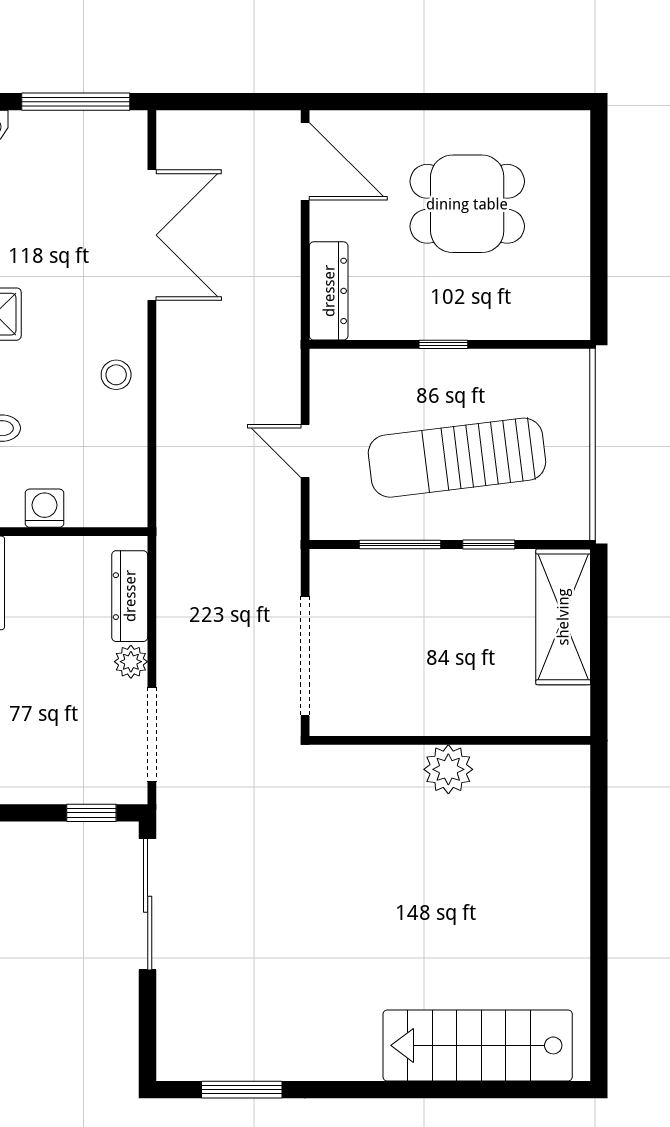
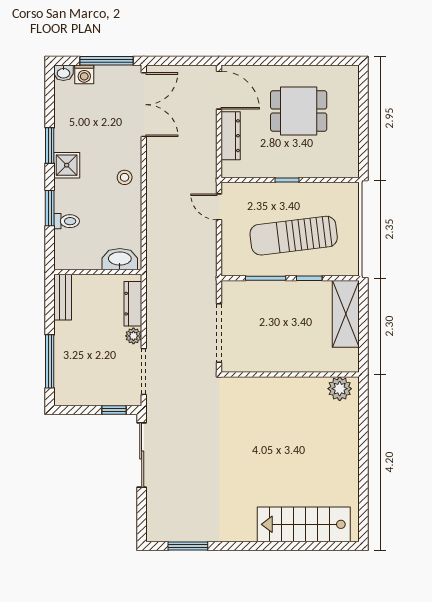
double door: (152, 235) -> (144, 105), moved
dresser: (329, 291) -> (231, 136), moved
stool: (116, 375) -> (125, 177), moved
door: (305, 451) -> (219, 207), moved
washbasin: (103, 506) -> (120, 259), added
washing machine: (44, 508) -> (84, 74), moved, turned 180
plant: (448, 769) -> (340, 389), moved

